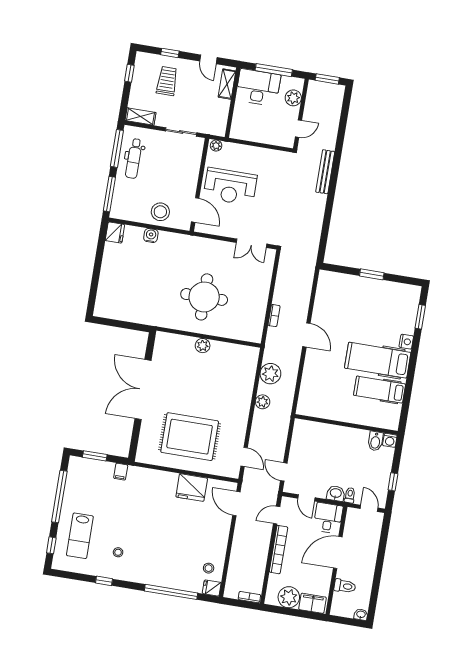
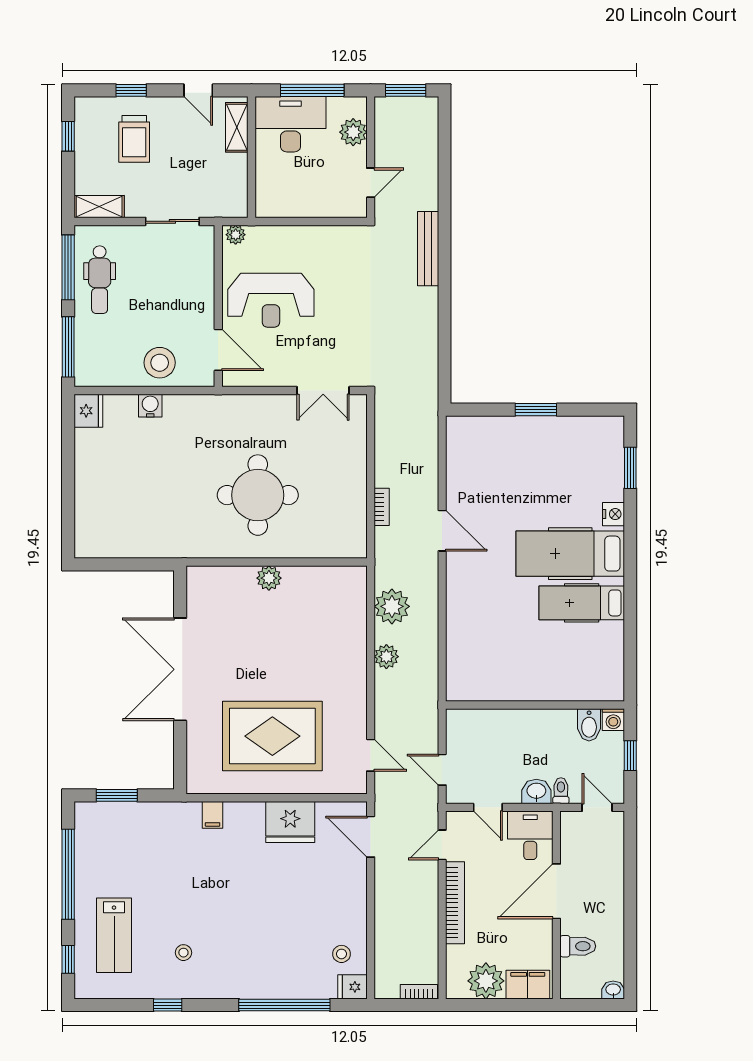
trolley: (167, 81) -> (134, 139), turned 180
wall: (346, 425) -> (535, 705), moved
washing machine: (390, 440) -> (613, 720), moved
bidet: (375, 441) -> (589, 725), moved
filing cabinet: (121, 472) -> (213, 815), moved

